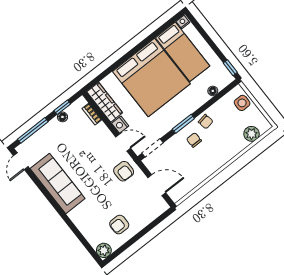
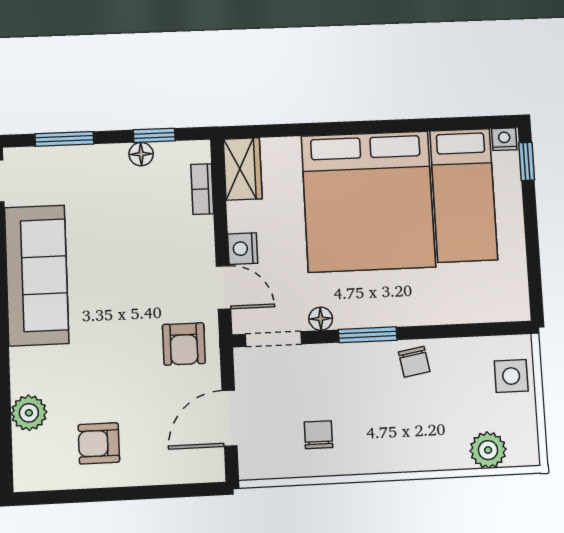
window: (230, 68) -> (527, 161), moved
floor lamp: (213, 91) -> (321, 319), moved
wardrobe: (105, 102) -> (243, 169), width x0.67
window: (33, 130) -> (64, 139), width x0.69
chair: (194, 140) -> (318, 435), moved
door: (157, 185) -> (229, 418), swing flipped
plant: (104, 250) -> (29, 413), moved

